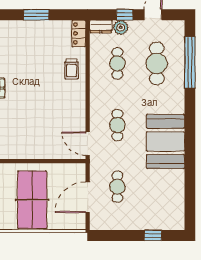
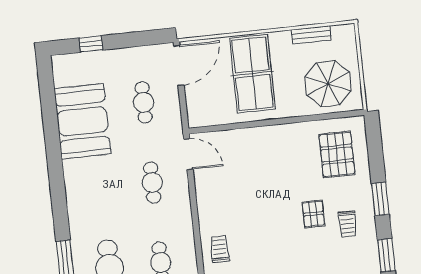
booth: (165, 141) -> (82, 121), moved
door: (88, 197) -> (179, 65), moved

